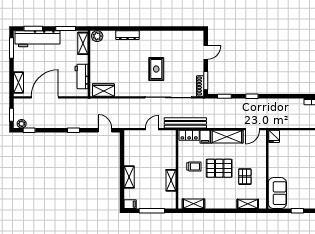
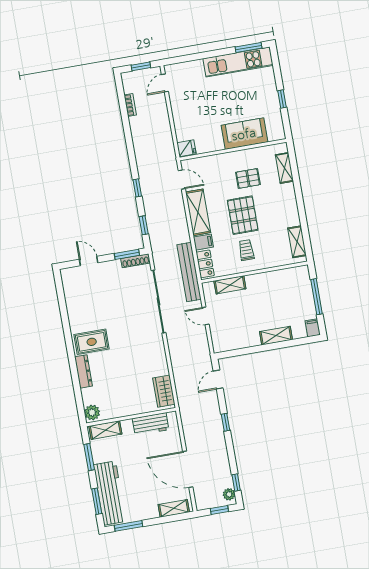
rug: (156, 69) -> (92, 342), moved
shelving: (171, 180) -> (230, 285), moved
sofa: (277, 193) -> (244, 134), moved

